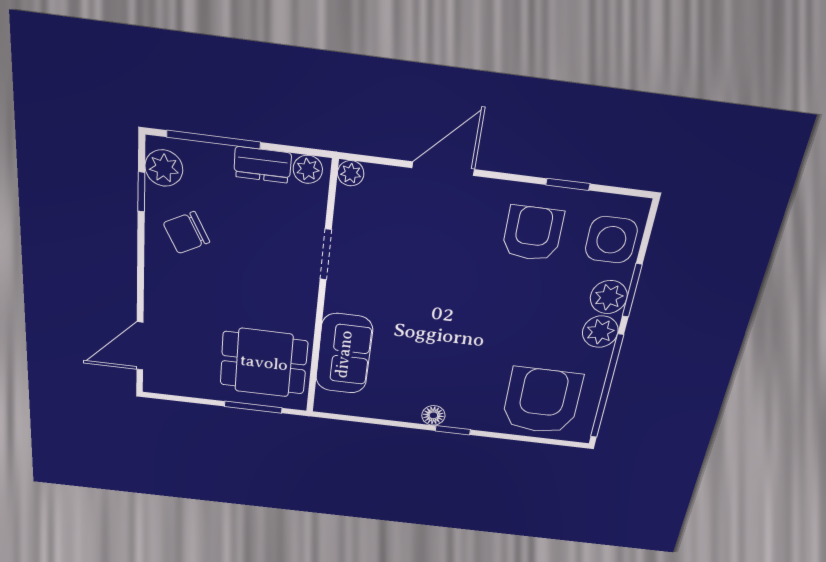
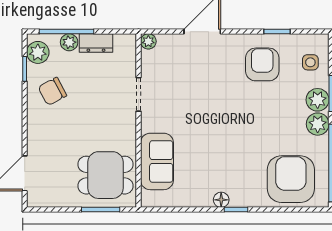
plant: (308, 169) -> (69, 42), moved
side table: (611, 240) -> (310, 62), width x0.54, depth x0.54

